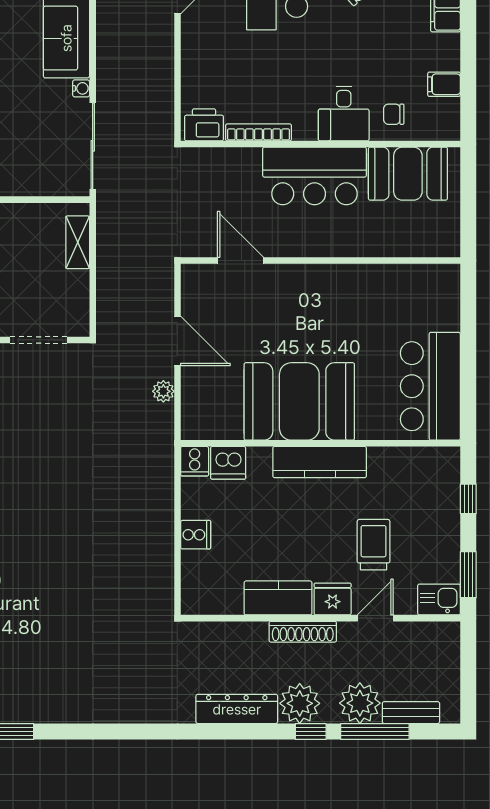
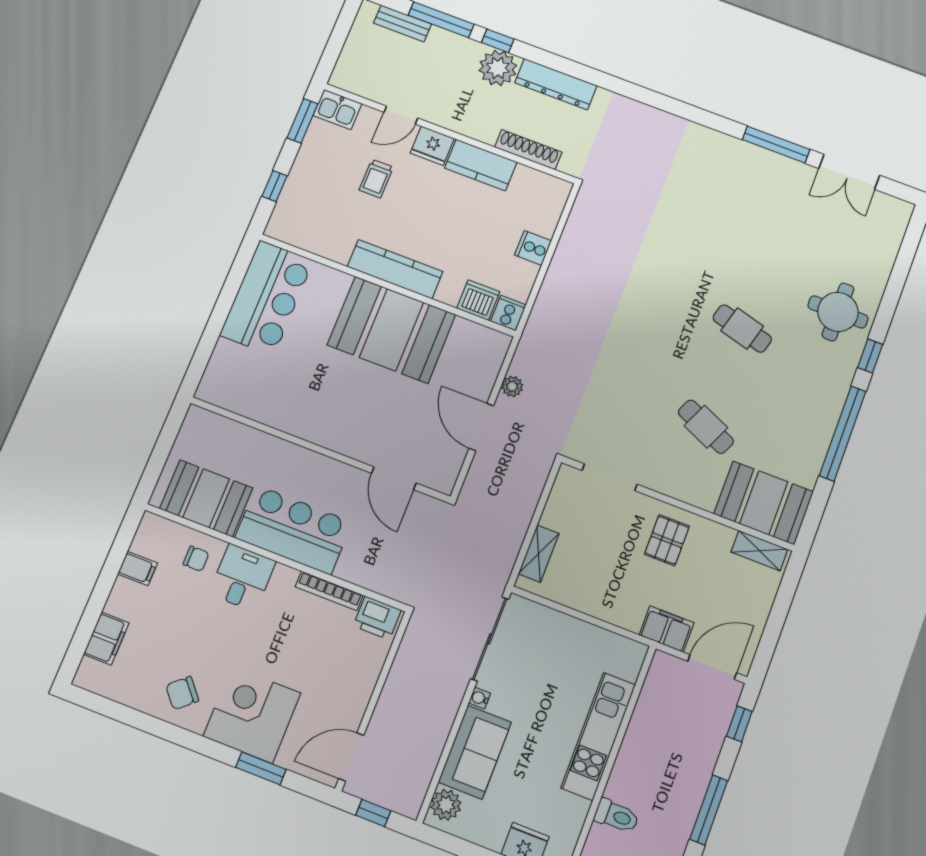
trolley: (374, 545) -> (376, 179), width x0.73, depth x0.72
shoe rack: (303, 632) -> (528, 150), moved
plant: (360, 703) -> (444, 48), removed

